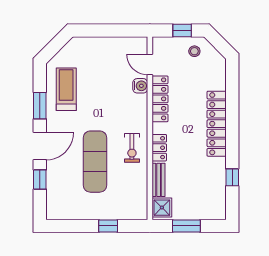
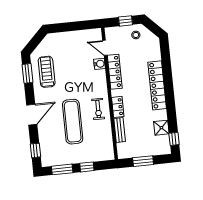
window: (40, 106) -> (28, 73), moved
window: (232, 177) -> (174, 139), moved
window: (40, 180) -> (35, 150), moved
shower: (162, 208) -> (161, 128), moved
window: (74, 226) -> (62, 169), added

